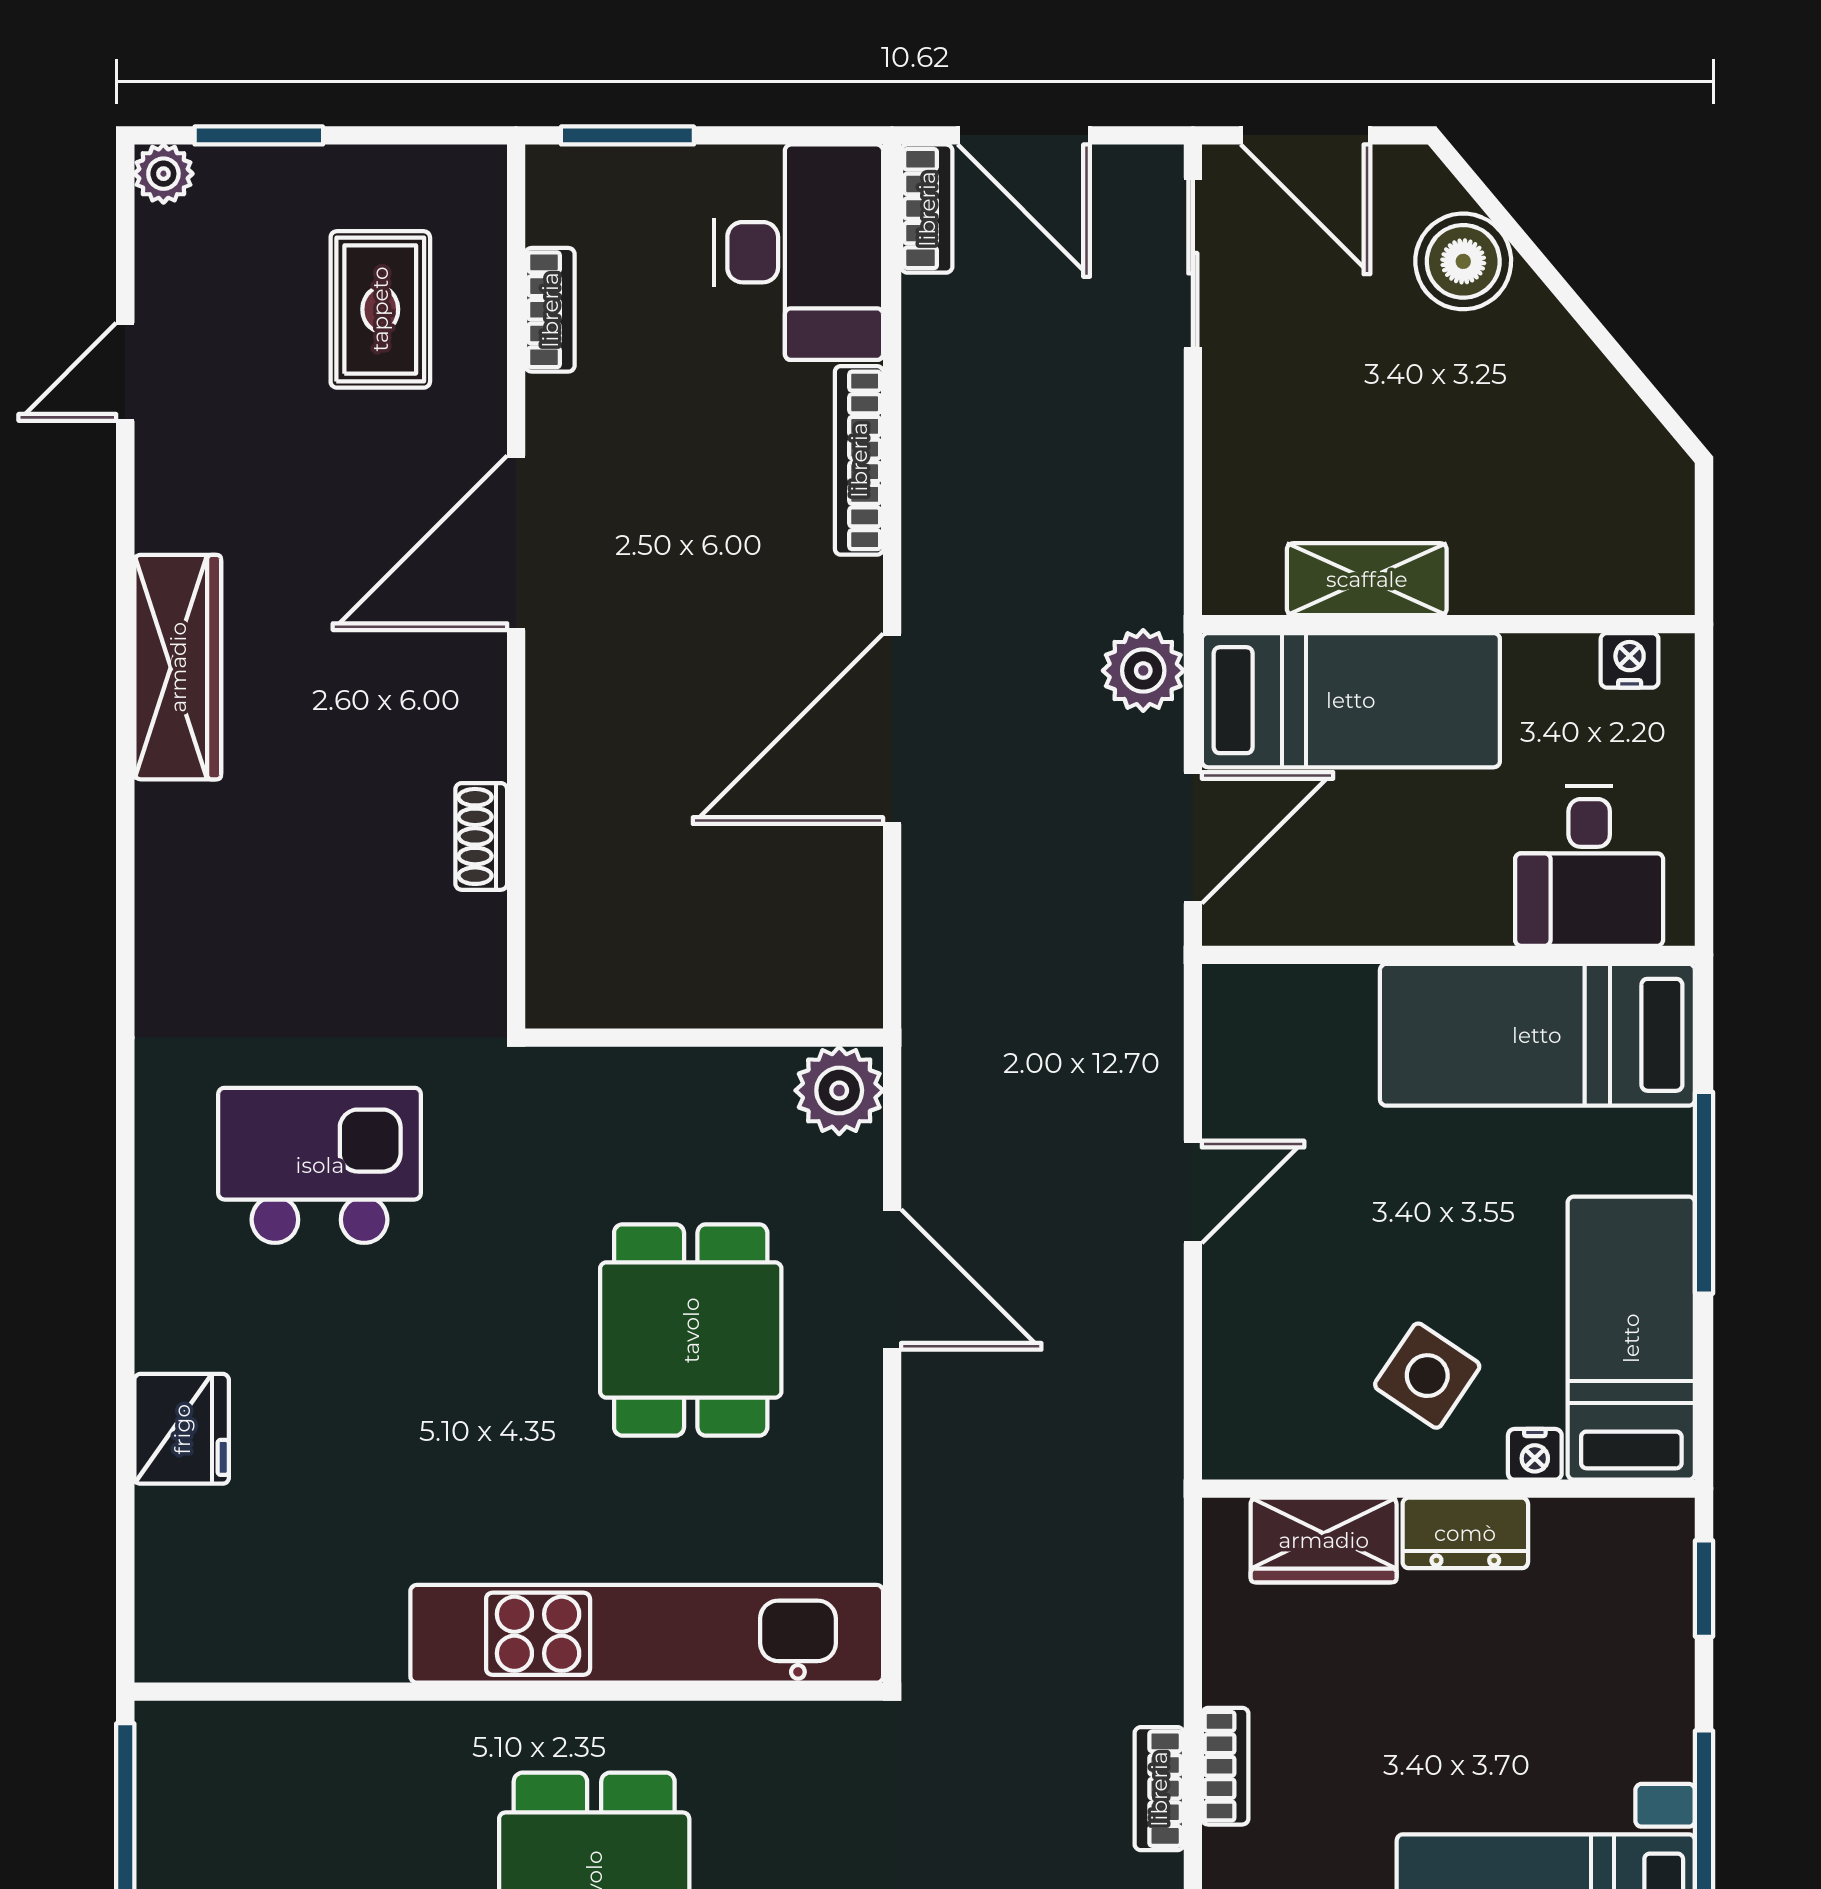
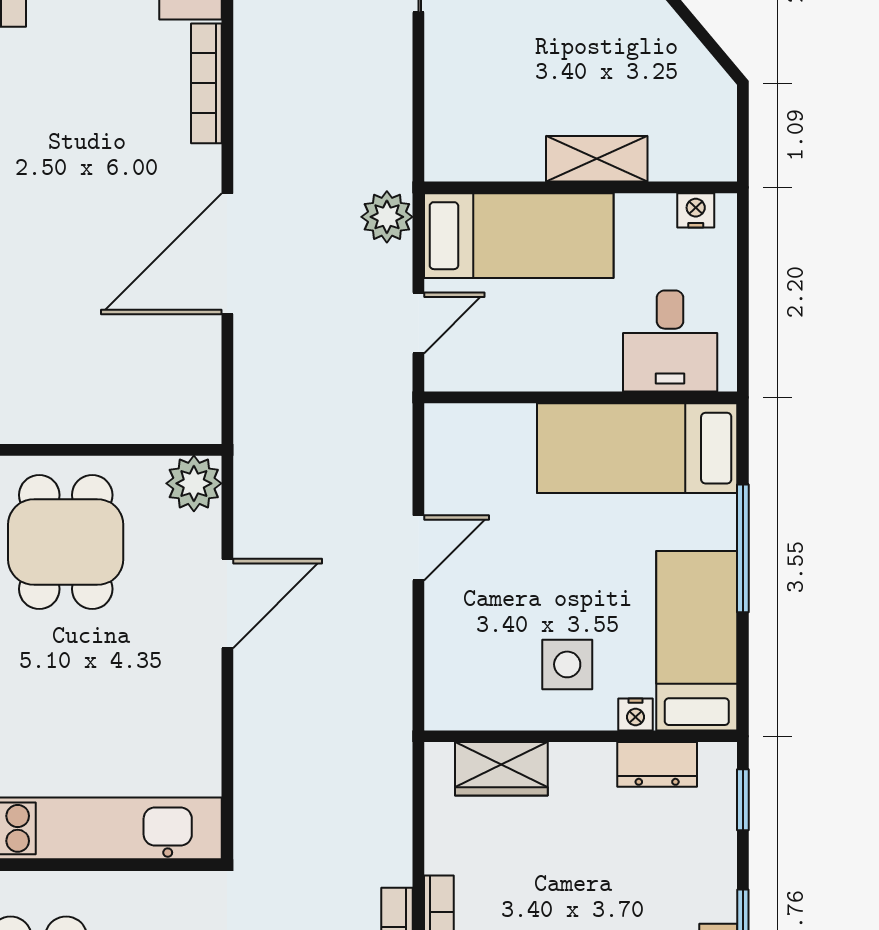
shelving: (1367, 579) -> (597, 159), moved
door: (1193, 838) -> (418, 323), width x0.73
door: (892, 1280) -> (227, 604), hinge flipped
dining table: (691, 1330) -> (66, 542), moved
side table: (1427, 1376) -> (567, 664), turned -34
dresser: (1465, 1533) -> (657, 764), moved

